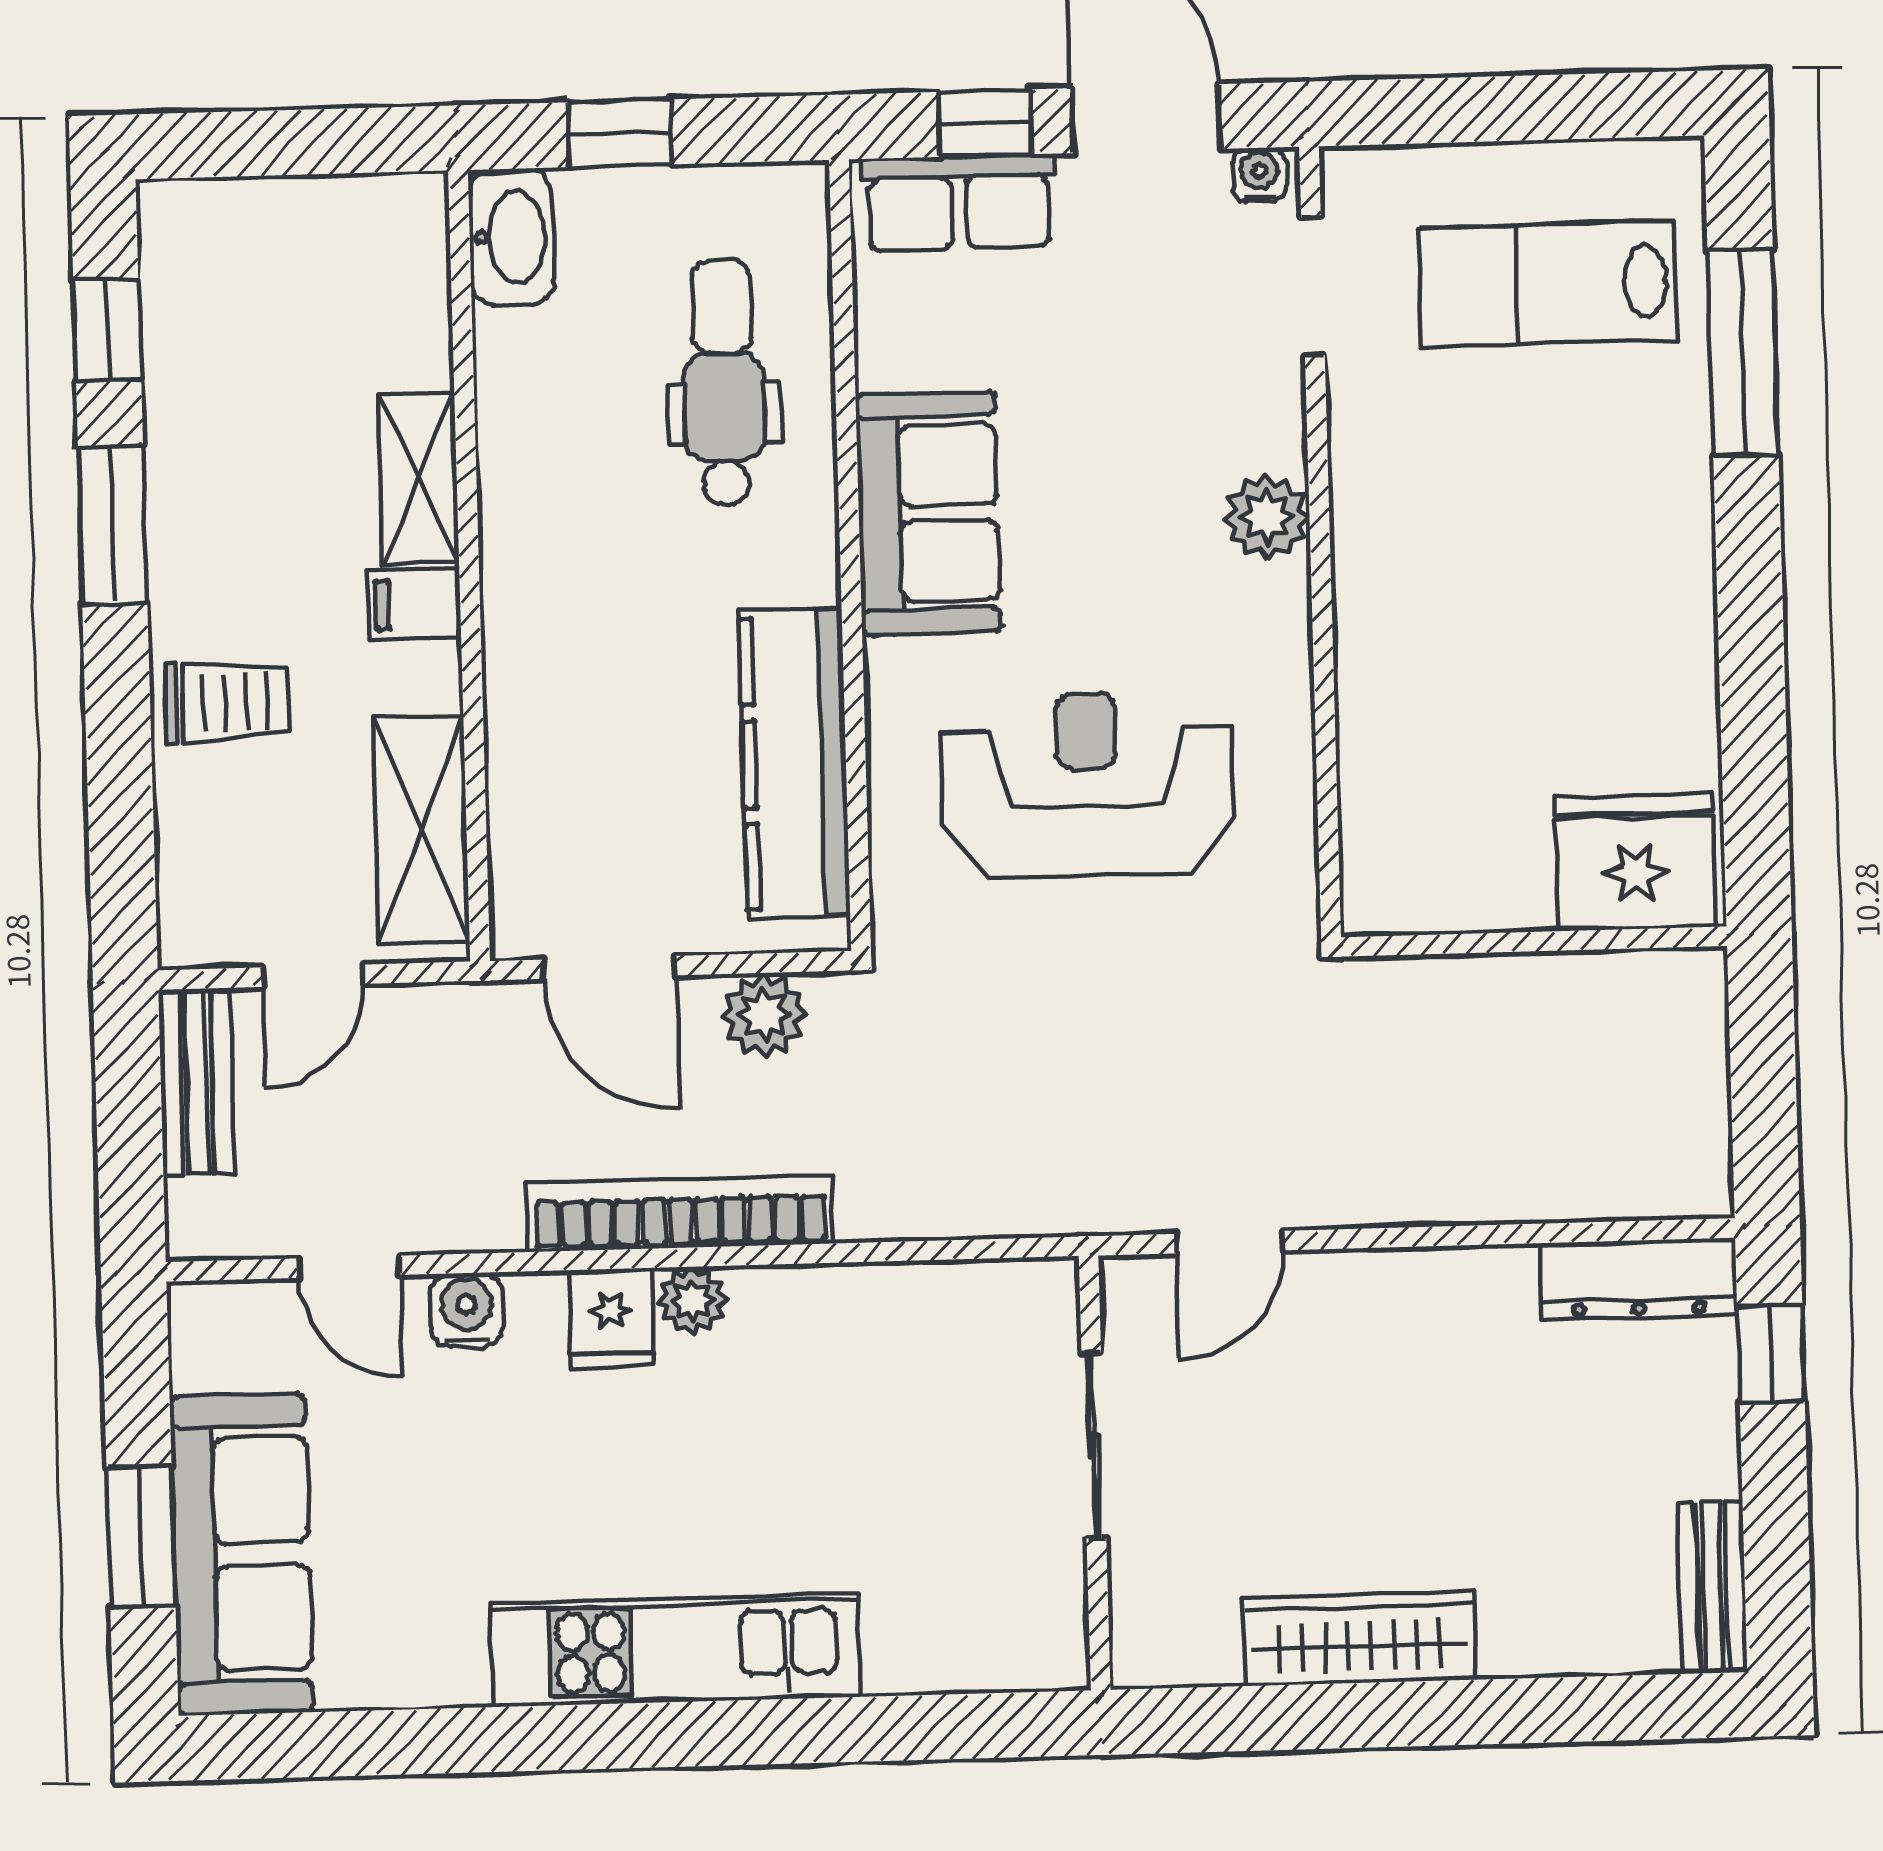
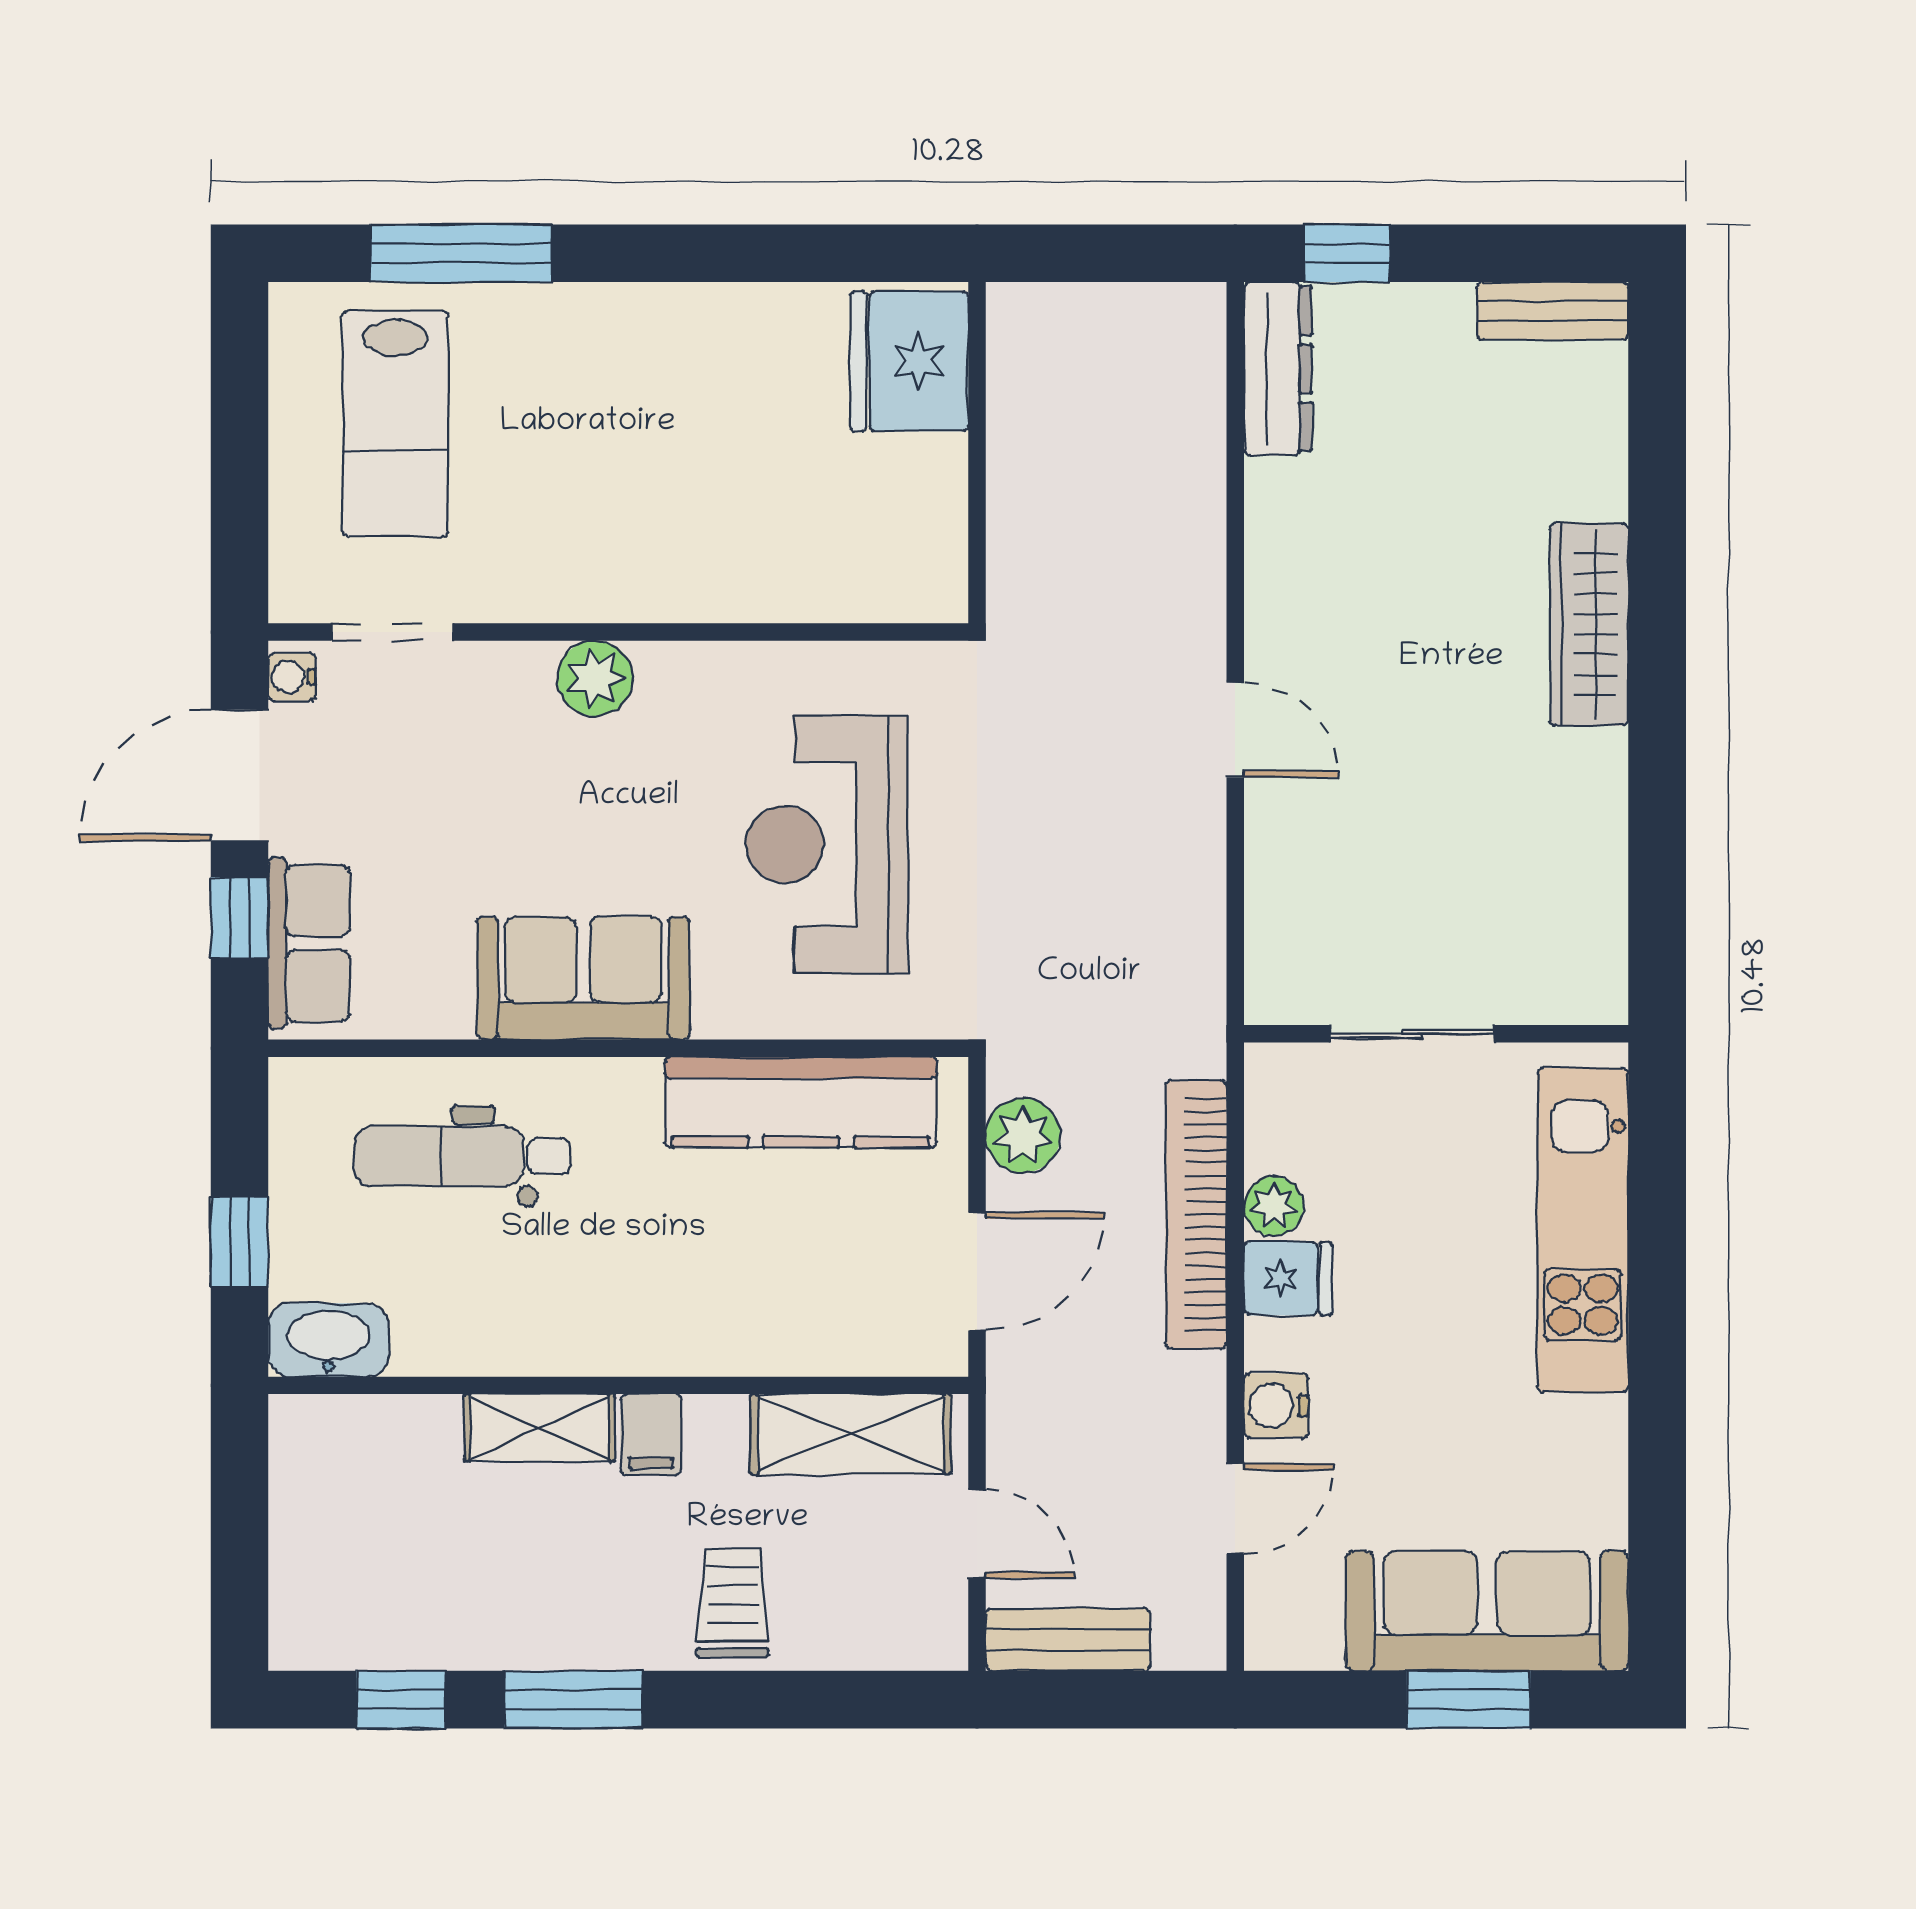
sliding door: (1094, 1446) -> (1412, 1034), moved
wall: (1095, 1473) -> (1436, 1034), moved

